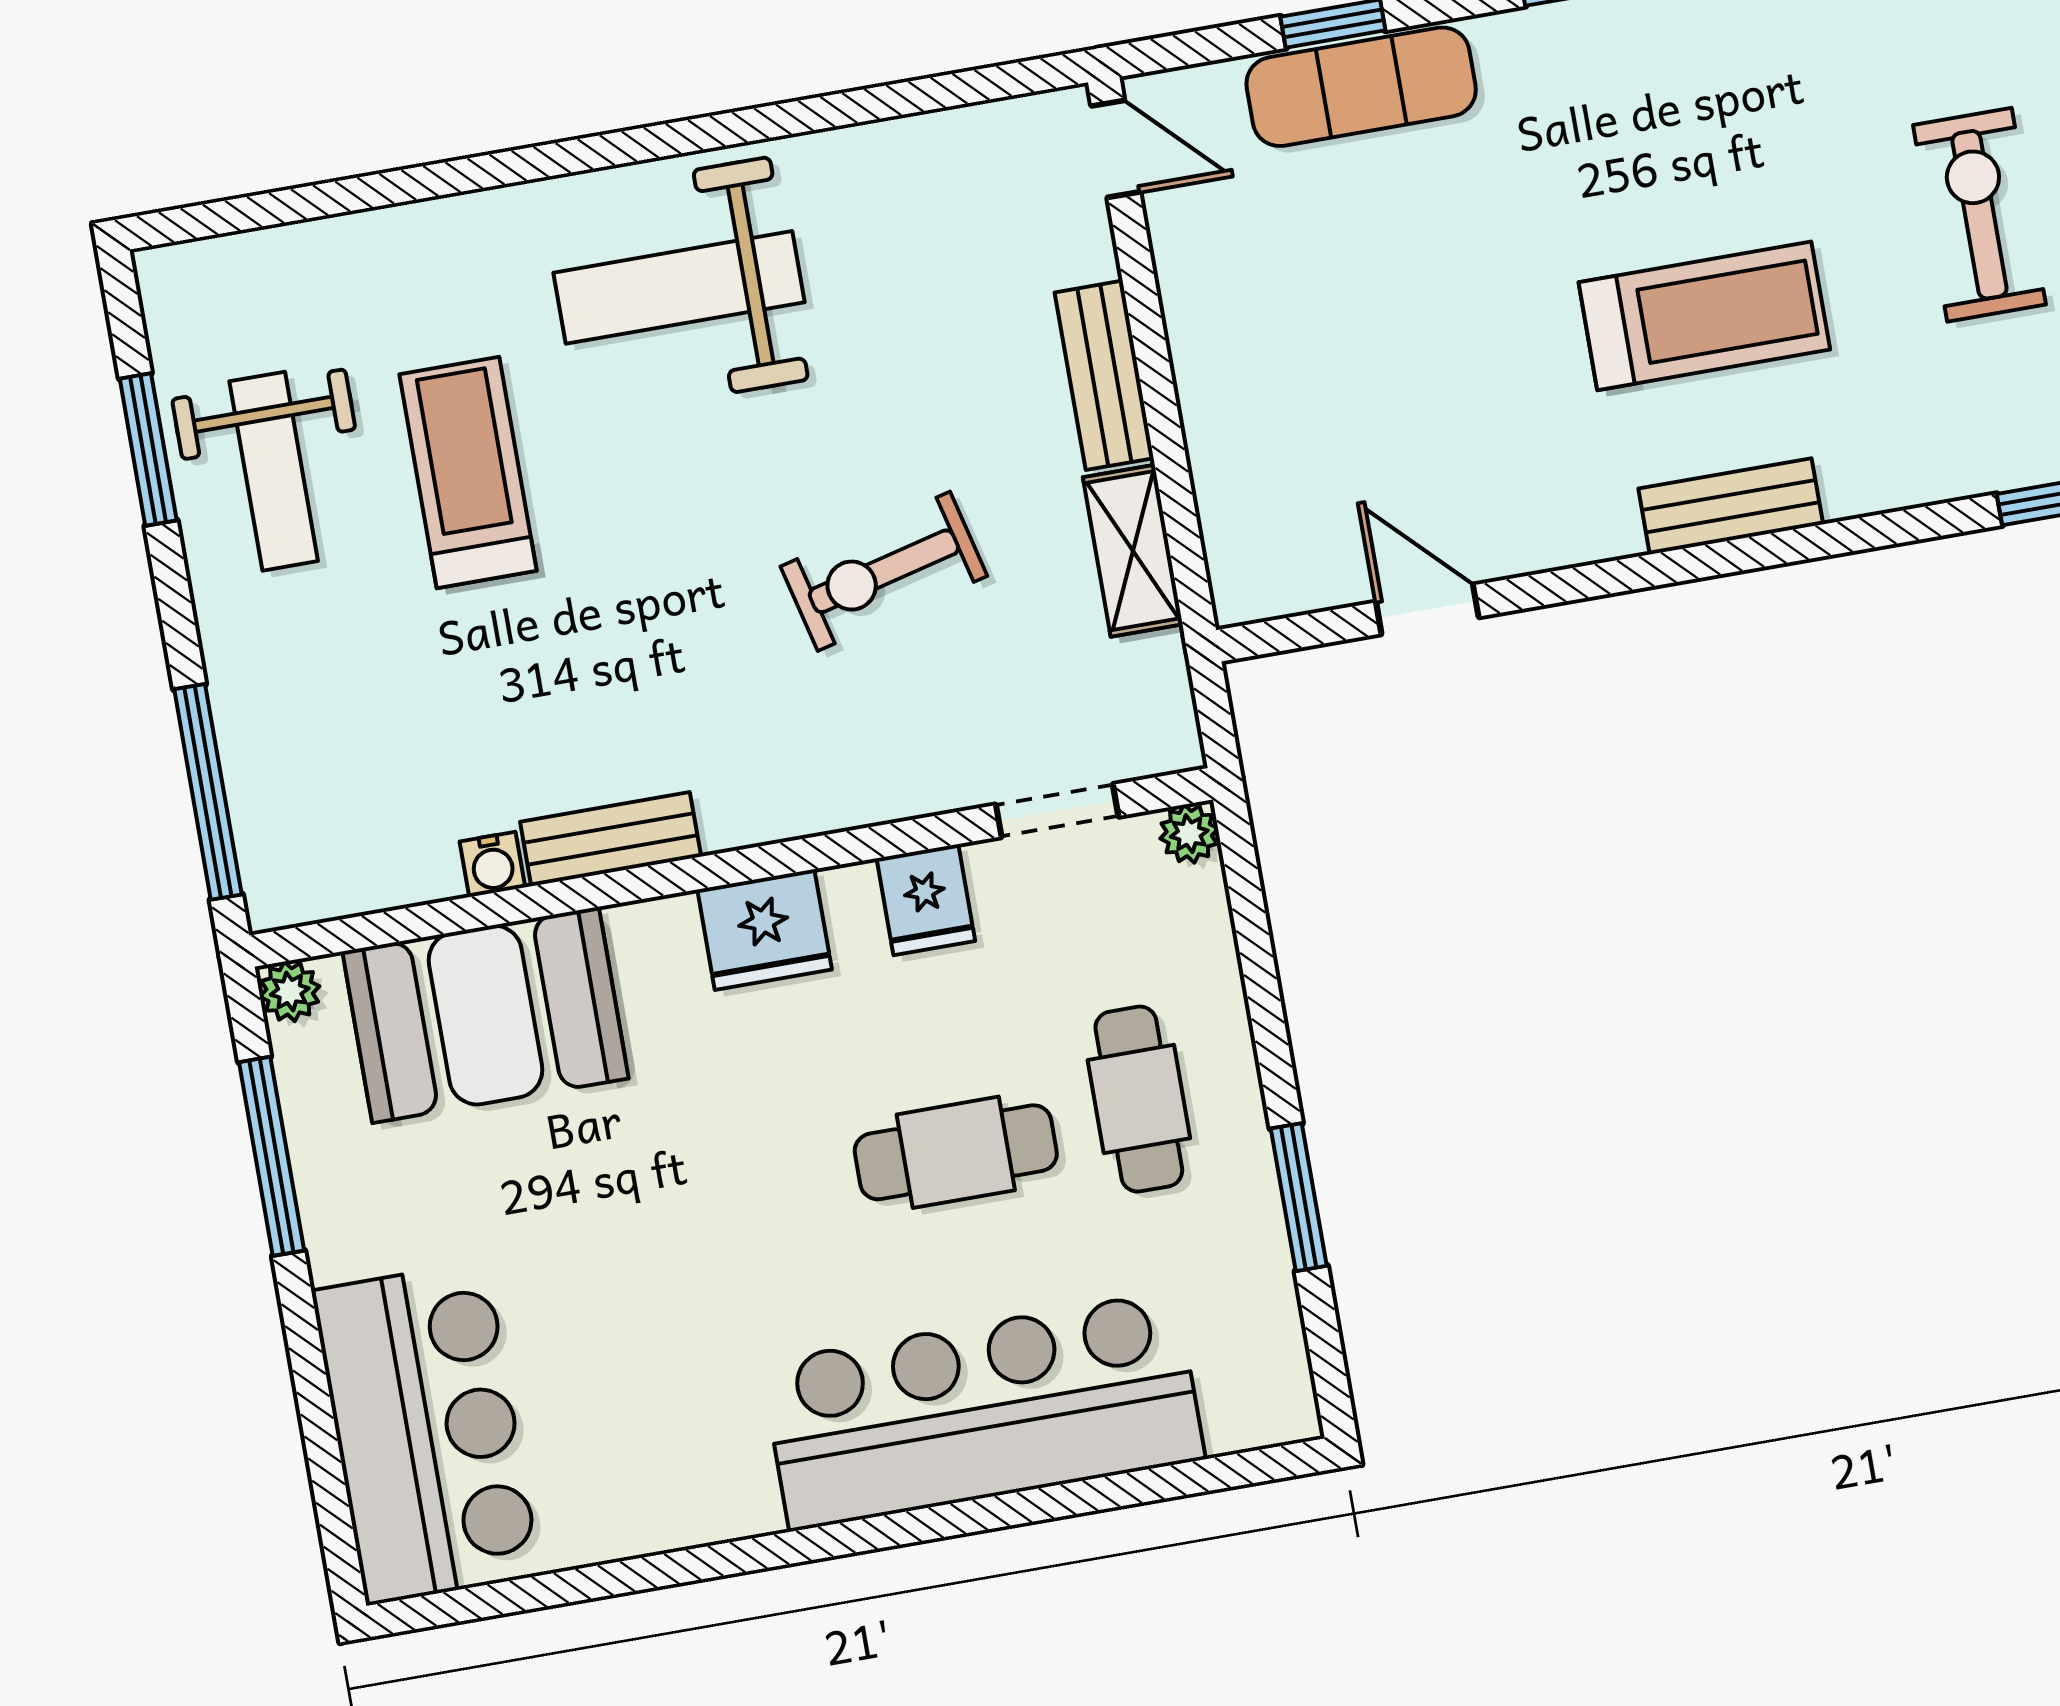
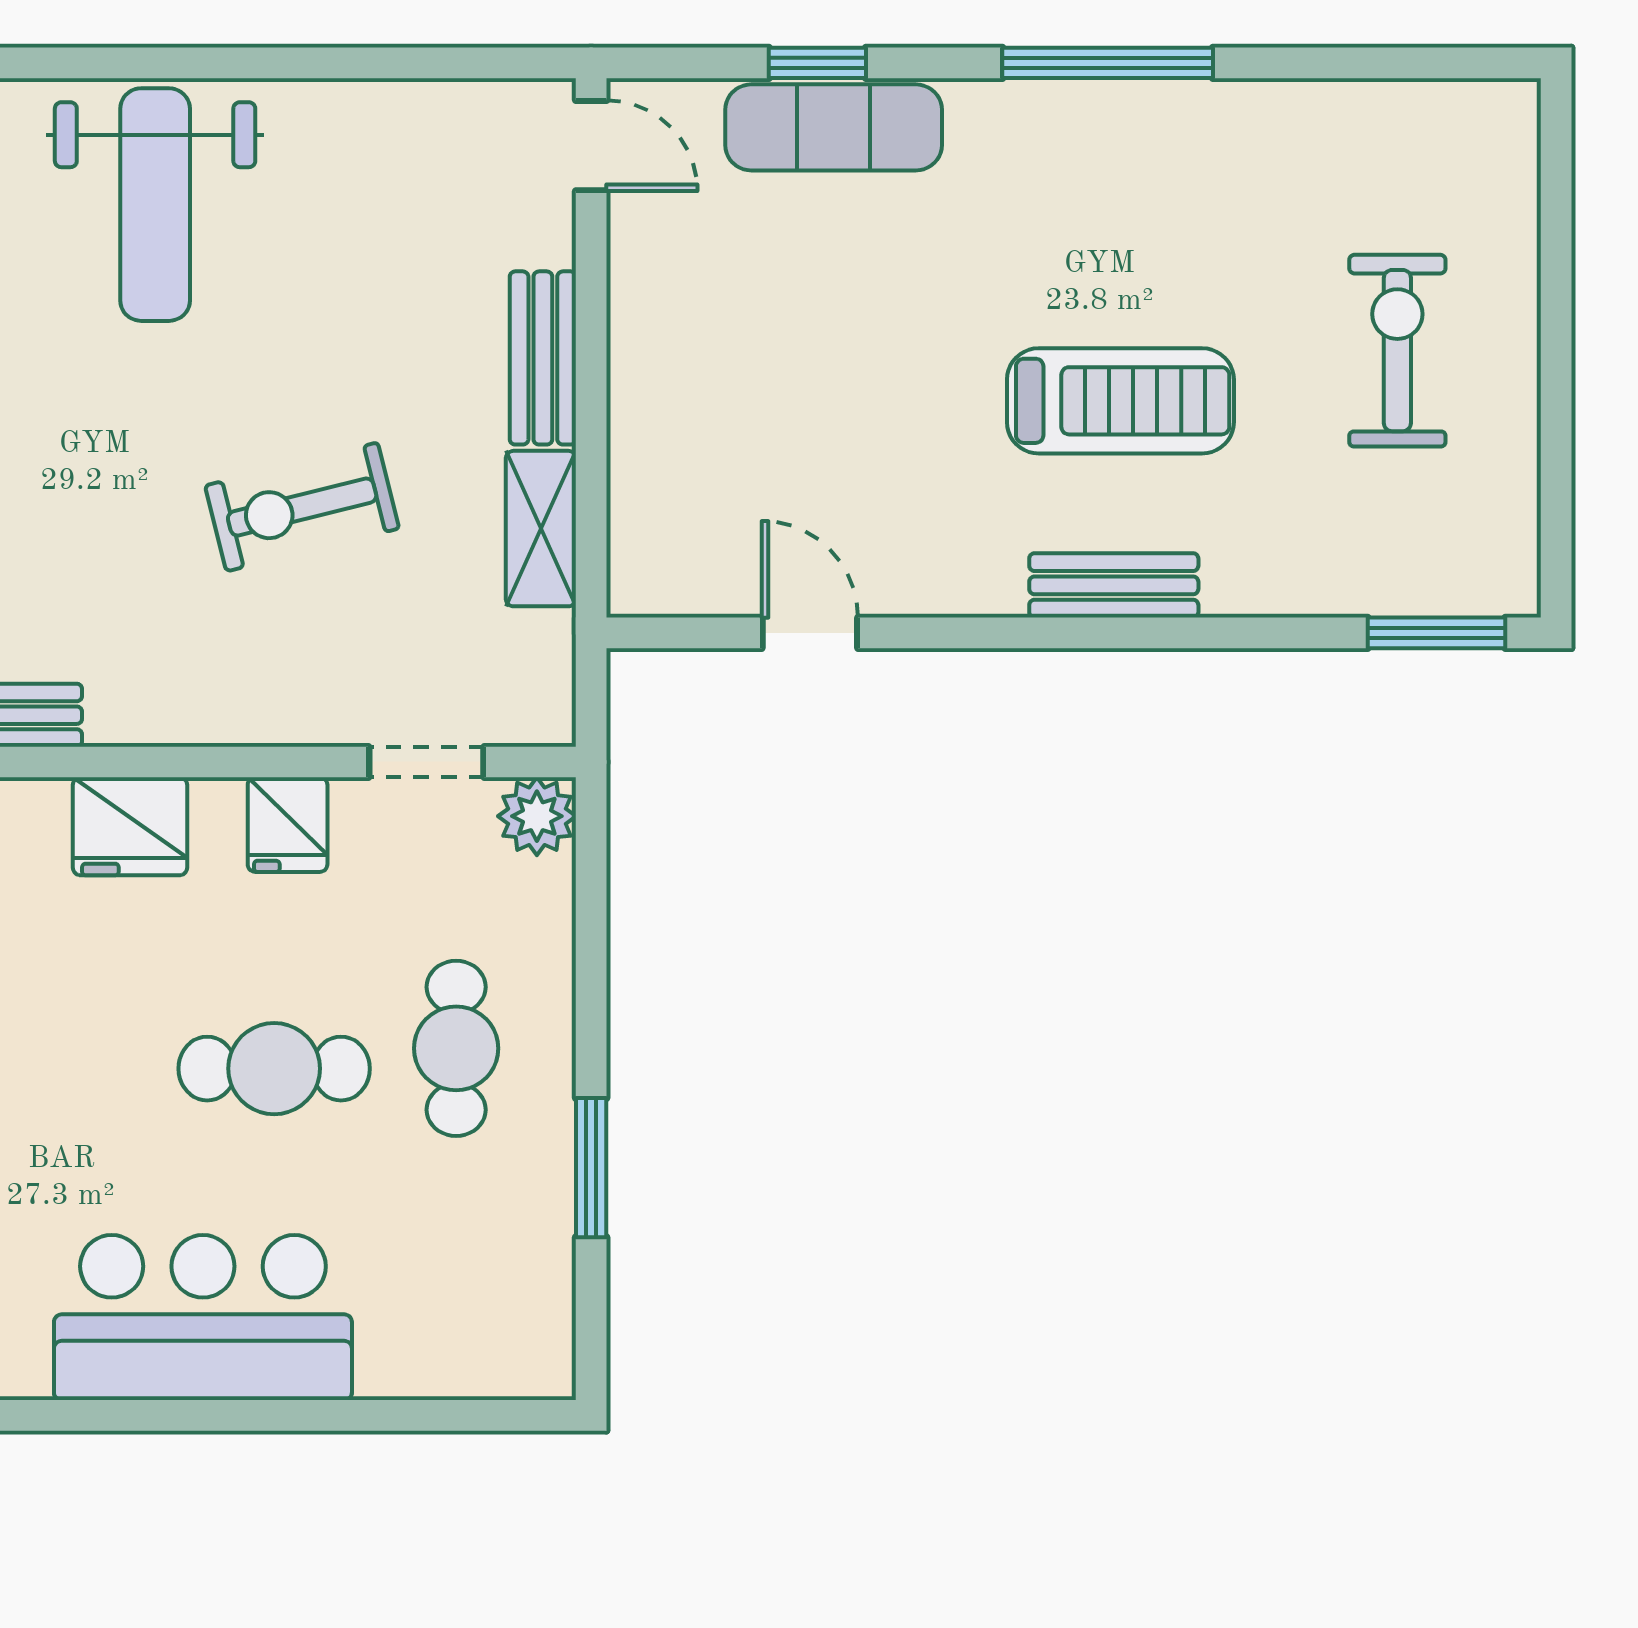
weight bench: (679, 287) -> (155, 205), turned -90
plant: (1189, 834) -> (537, 816), width x1.38, depth x1.38
bar counter: (983, 1411) -> (203, 1318), width x0.73

